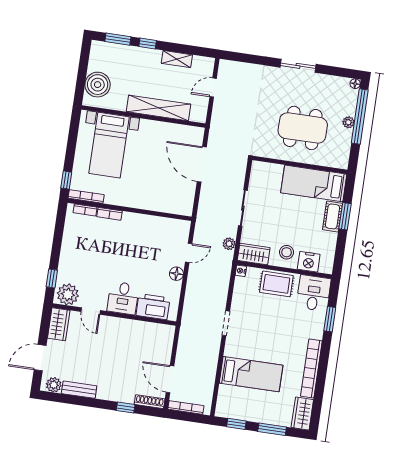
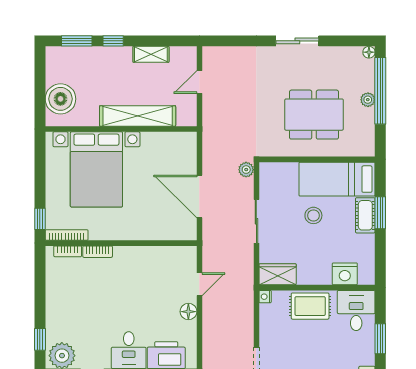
bed with nightstands: (109, 145) -> (96, 169), width x1.36
door: (202, 164) -> (199, 197), moved
plant: (229, 244) -> (246, 170), moved
stool: (287, 252) -> (313, 215), moved

